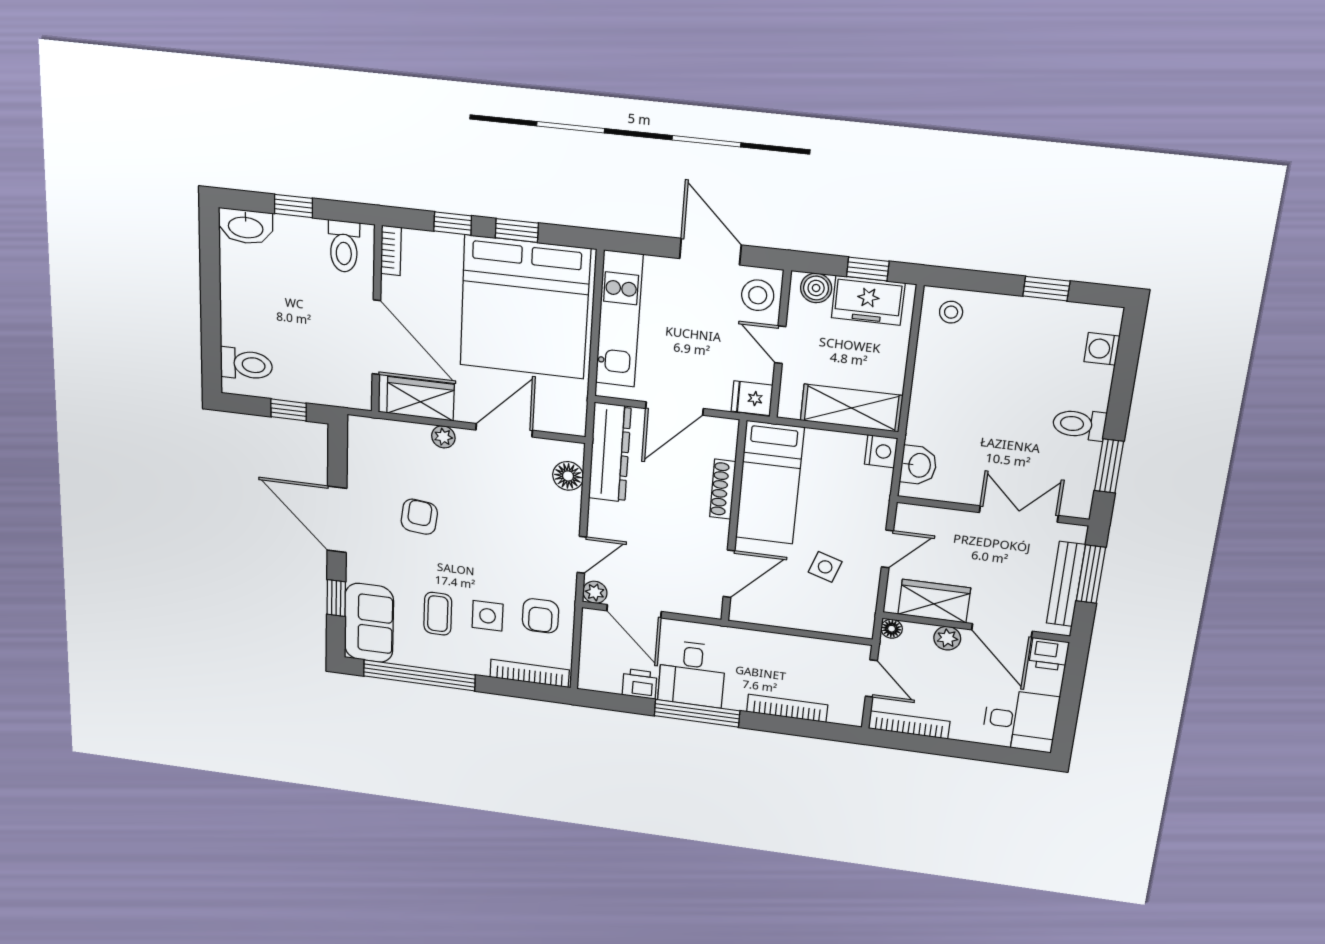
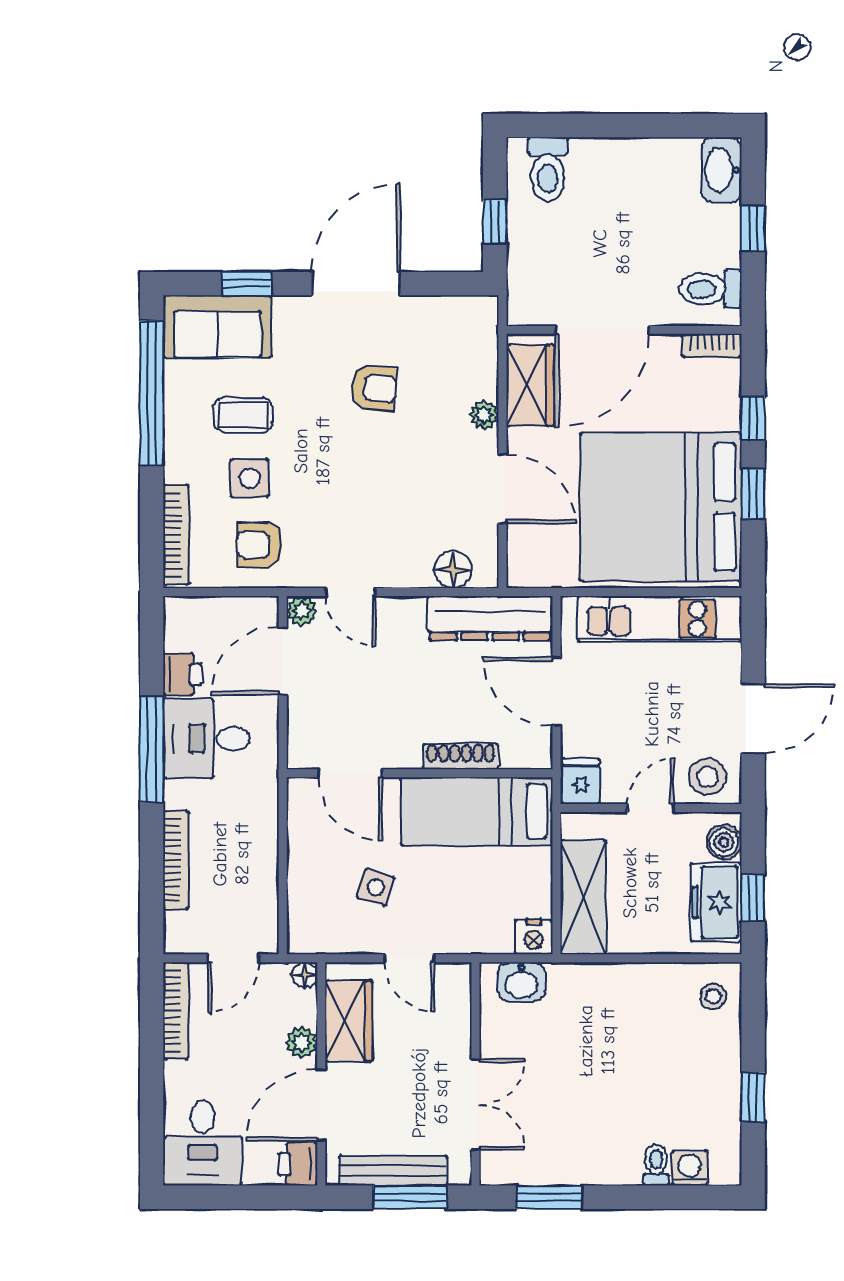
toilet: (1079, 424) -> (656, 1165), moved, width x0.73, depth x0.72

